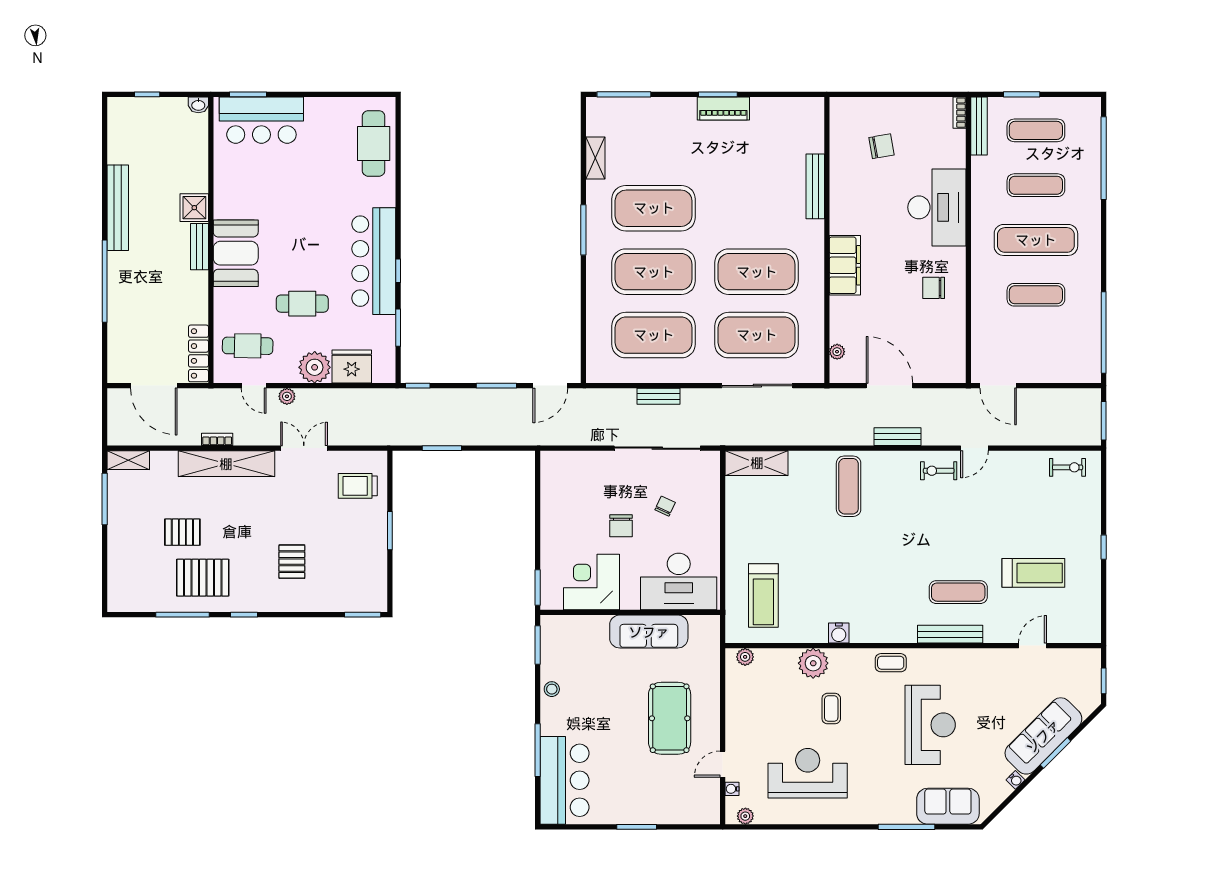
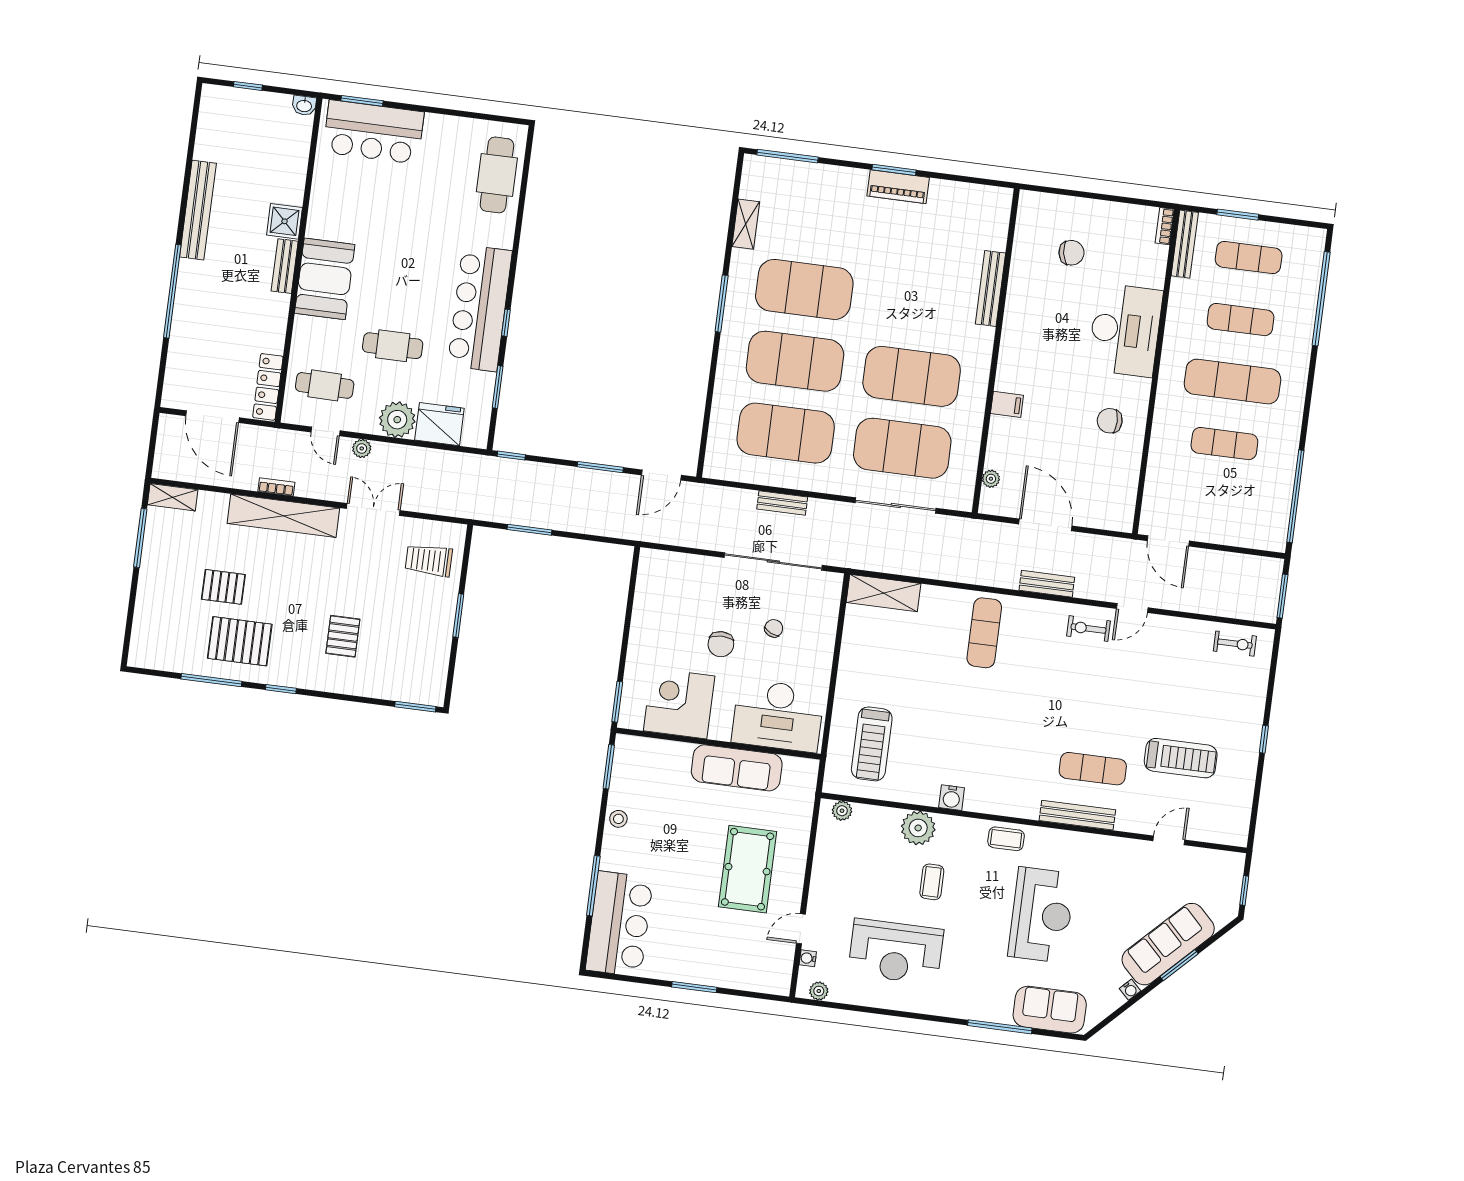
filing cabinet: (845, 265) -> (1007, 404), width x0.33, depth x0.86
reception desk: (808, 773) -> (896, 952), turned 180

